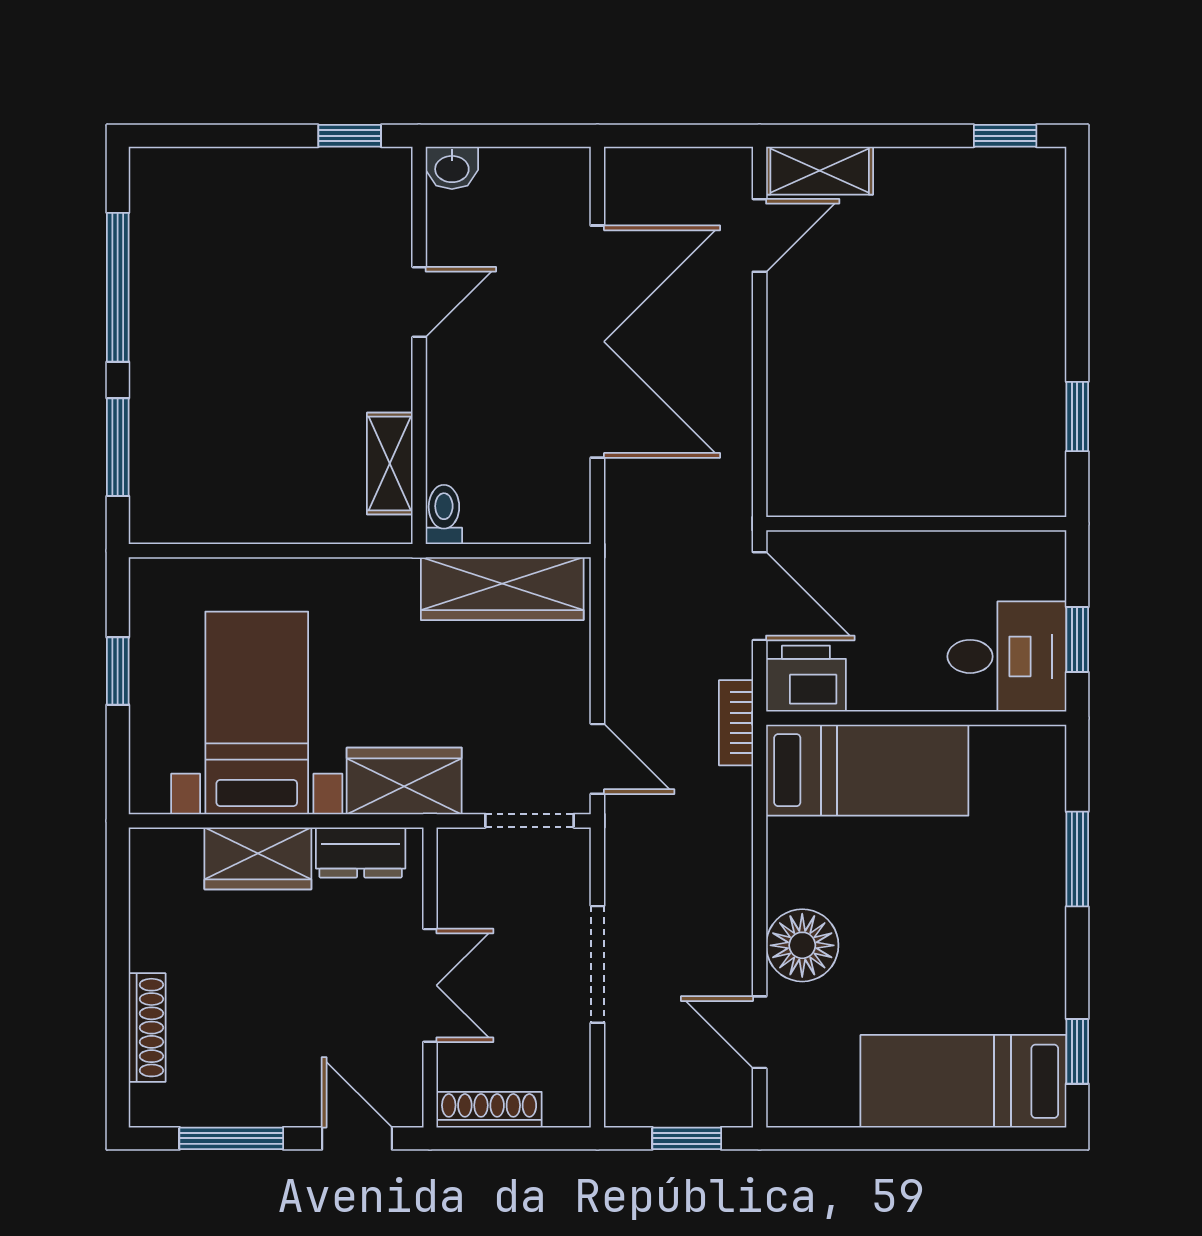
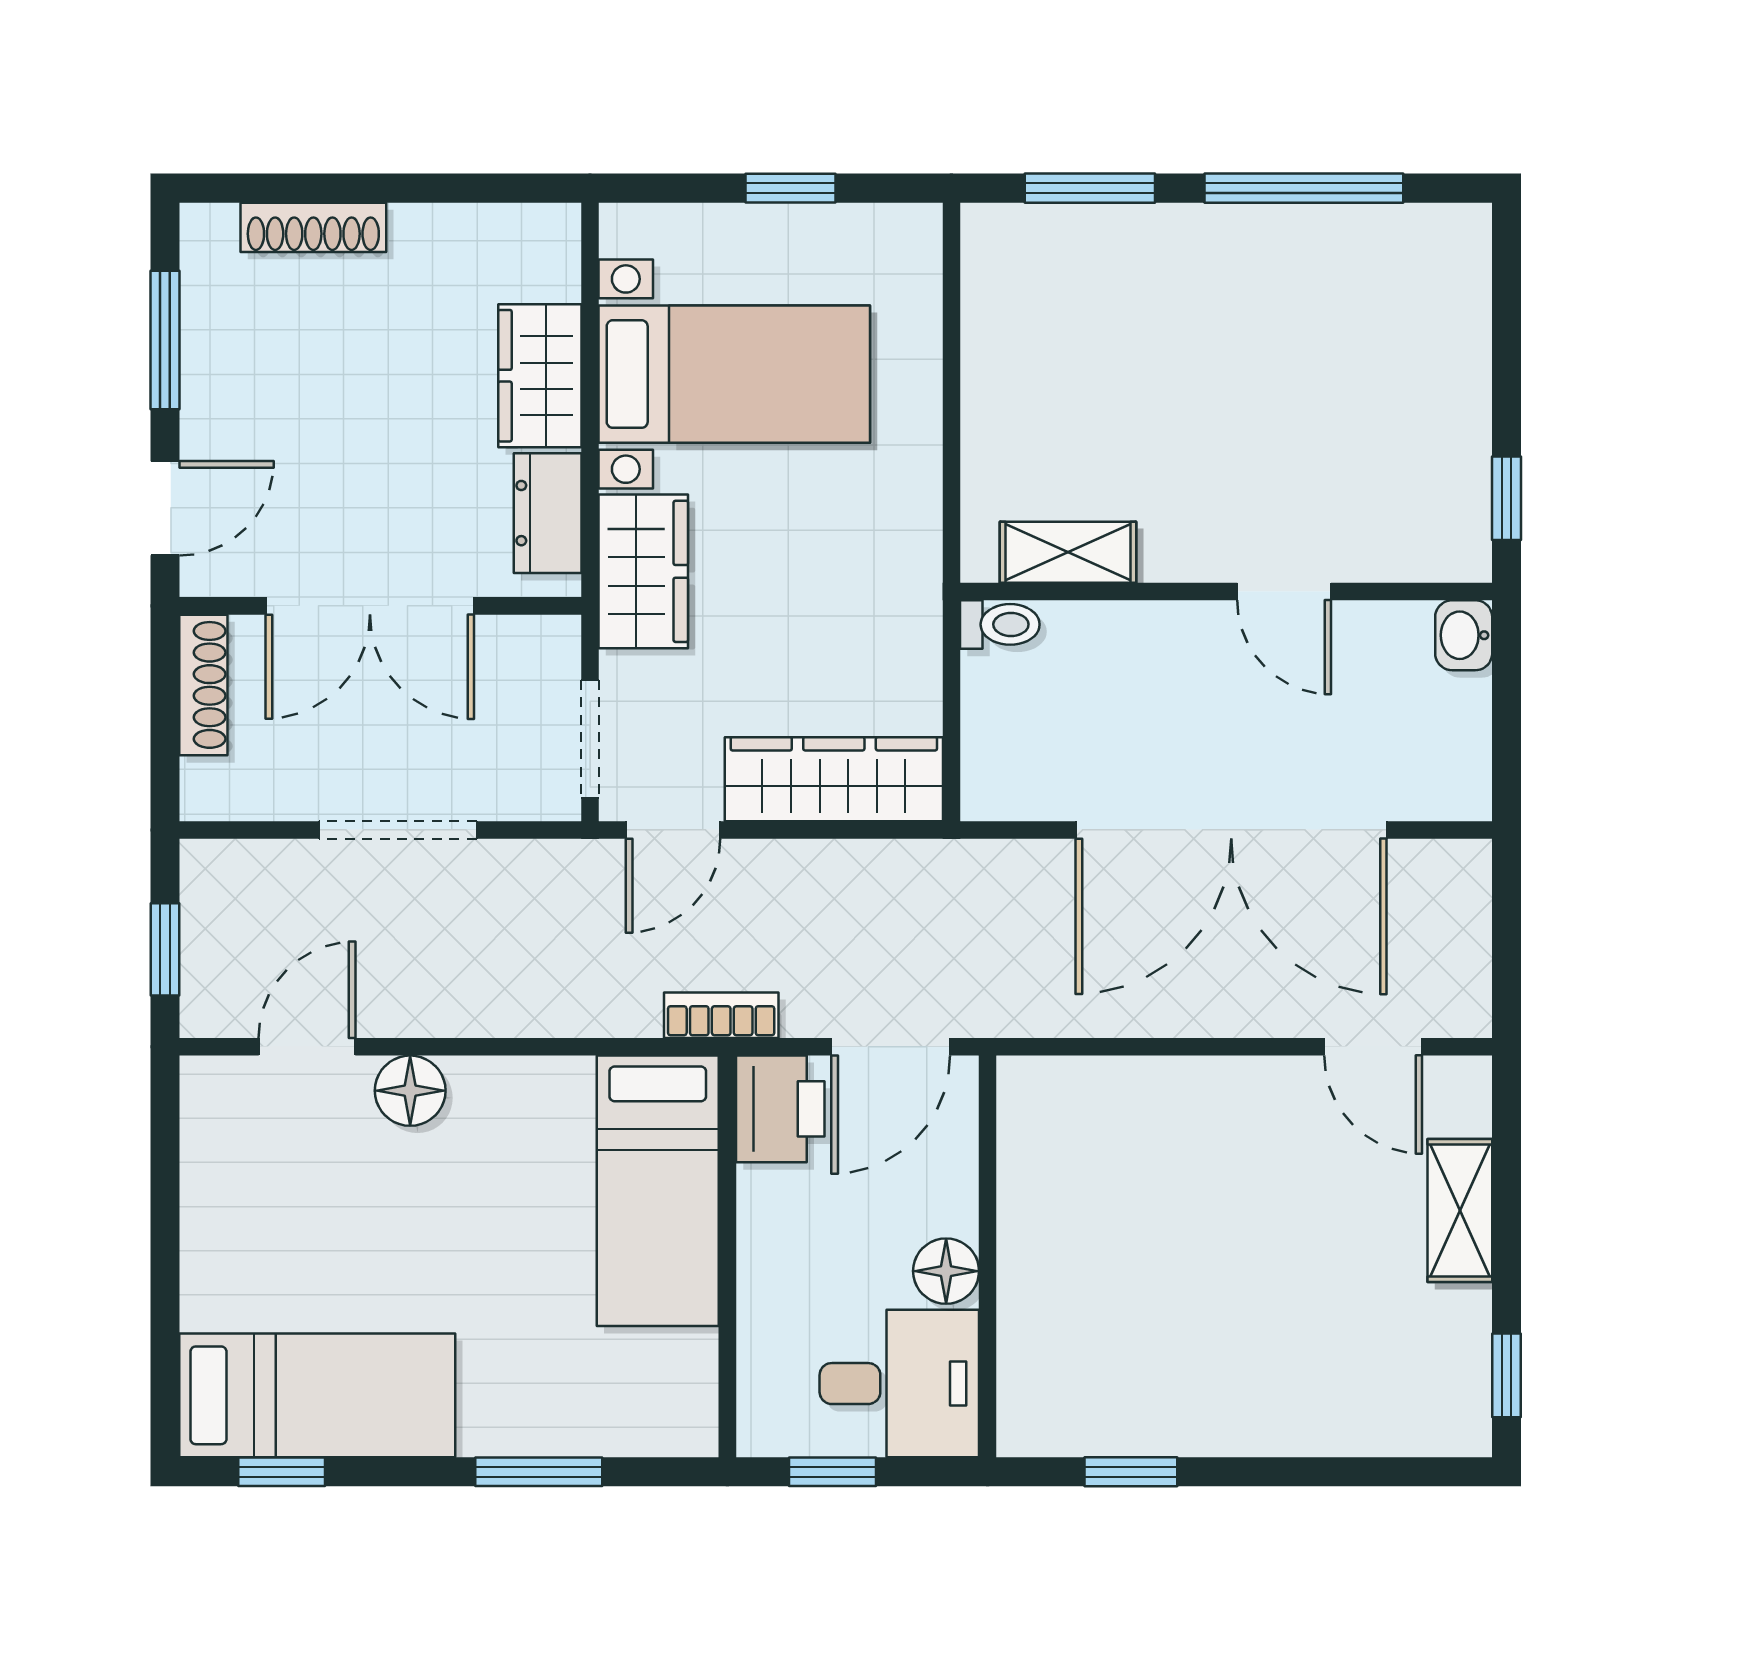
shelving: (820, 171) -> (1460, 1211), moved
floor lamp: (927, 555) -> (946, 1271), added
wardrobe: (502, 589) -> (834, 779), moved, turned 90
desk: (1007, 656) -> (899, 1384), moved, turned -90
floor lamp: (802, 945) -> (410, 1091), width x0.73, depth x0.73
double door: (430, 985) -> (370, 606), width x1.37
bed: (963, 1081) -> (317, 1395), moved, turned 90

